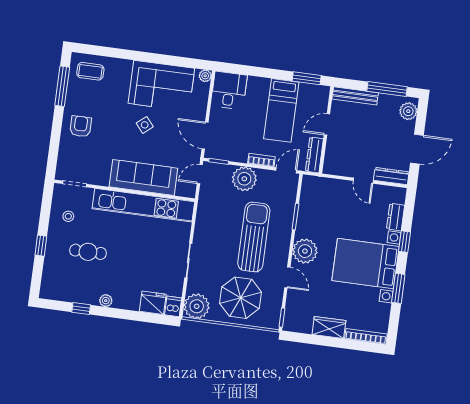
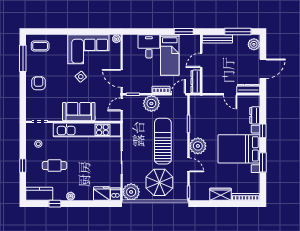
desk: (229, 90) -> (149, 46), moved
sofa: (143, 177) -> (79, 112), width x0.73
kitchen counter: (60, 291) -> (39, 194), added

